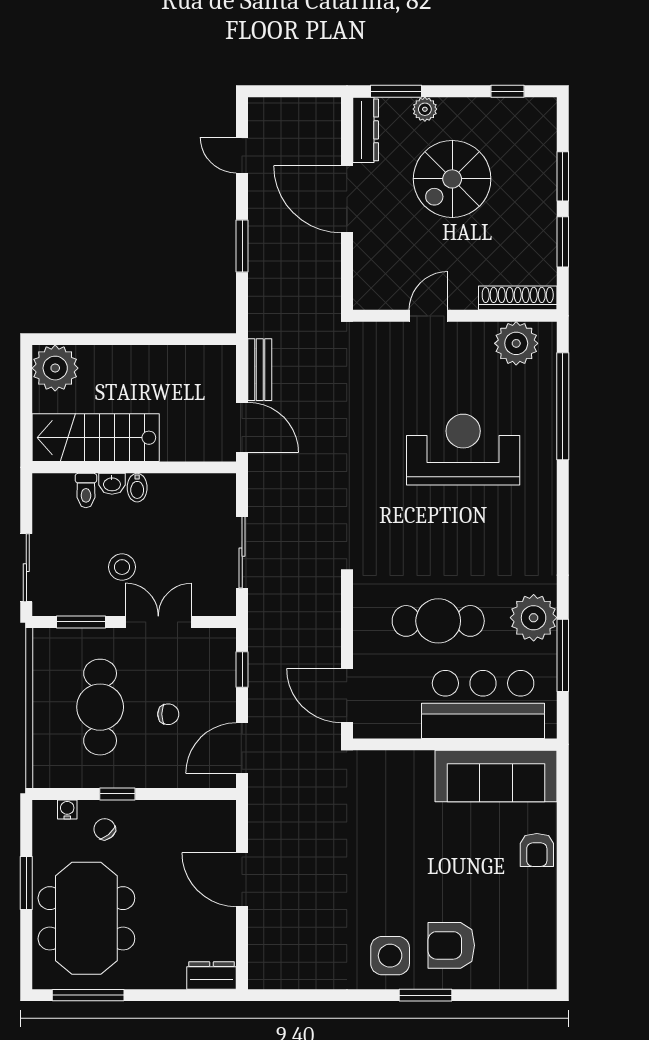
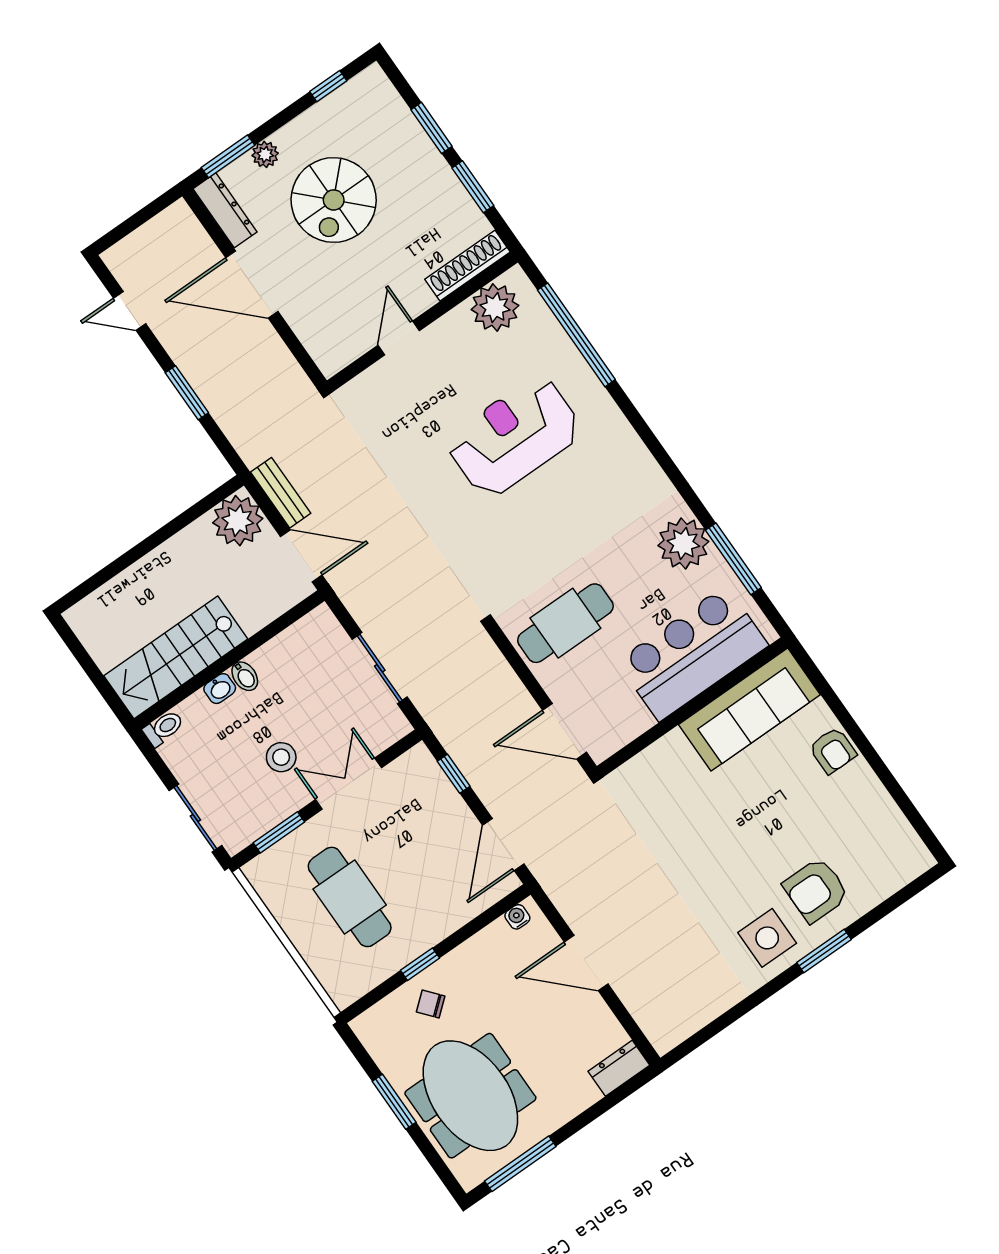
plant: (55, 368) -> (238, 521), moved
toilet: (86, 491) -> (163, 728), moved, turned -90
cafe table: (438, 621) -> (565, 623), moved
chair: (168, 714) -> (415, 860), removed
water cooler: (67, 809) -> (517, 917), moved

